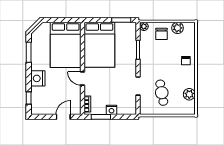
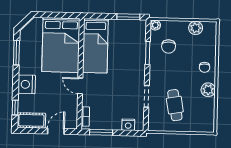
chair: (161, 34) -> (169, 47), moved
bed: (99, 45) -> (95, 46), width x0.67
plant: (189, 94) -> (208, 90), moved
cot: (42, 108) -> (31, 120), added
nightstand: (111, 110) -> (128, 125), moved

